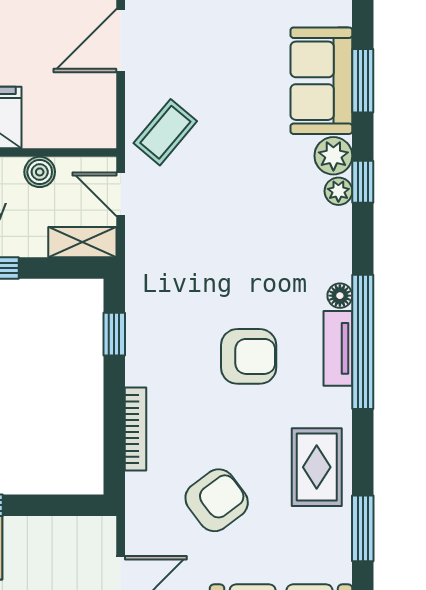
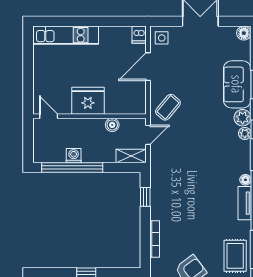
door: (121, 194) -> (148, 135), swing flipped
armchair: (249, 356) -> (205, 207), removed

